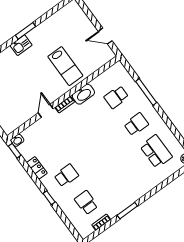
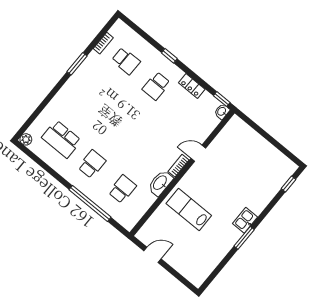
window: (146, 92) -> (90, 203), width x1.46
door: (46, 111) -> (198, 153), swing flipped
school desk: (136, 124) -> (92, 164), turned 180

